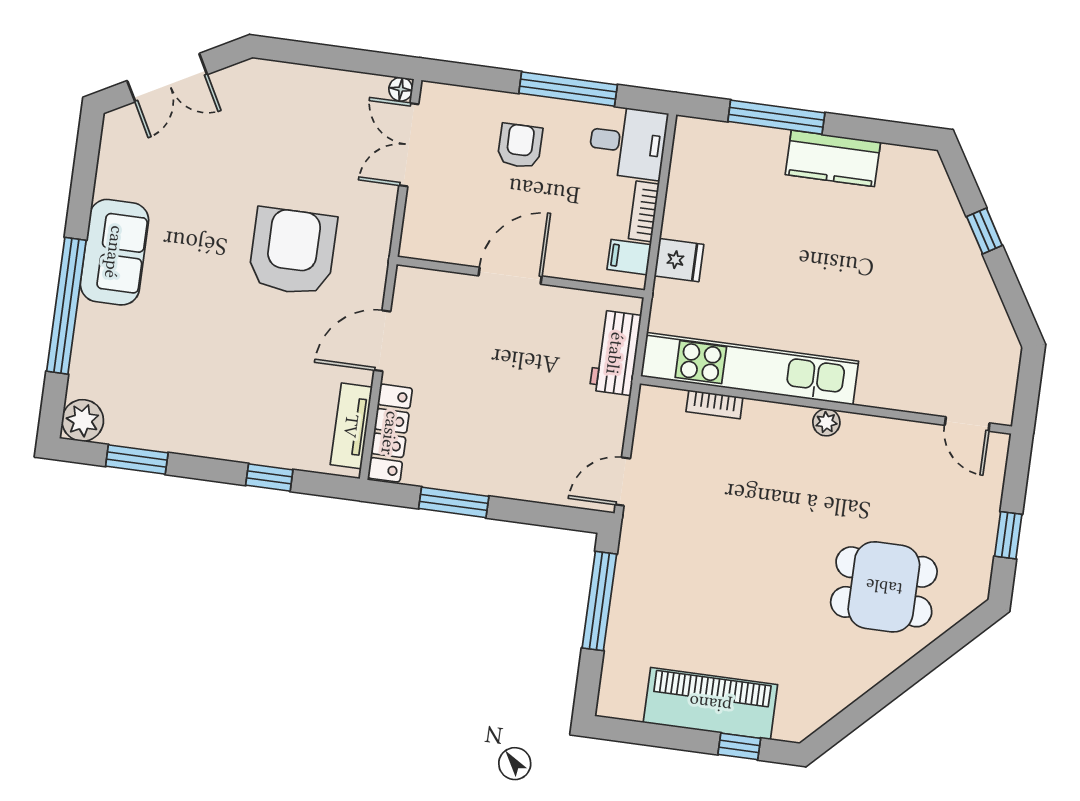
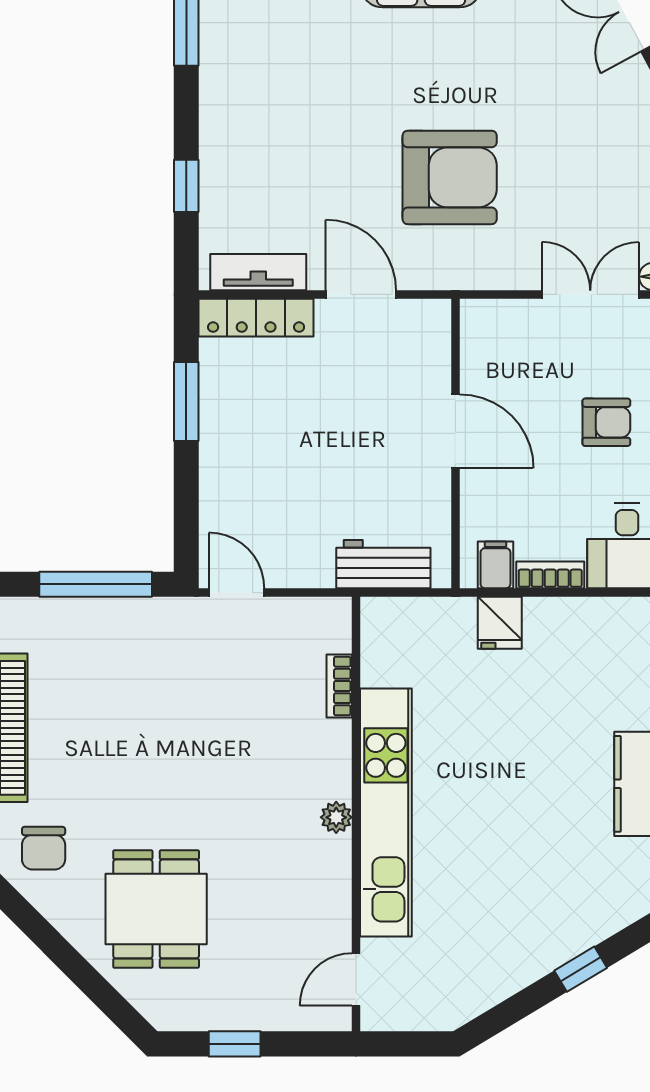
kitchen unit: (750, 369) -> (386, 812), moved
chair: (819, 676) -> (44, 848), added

